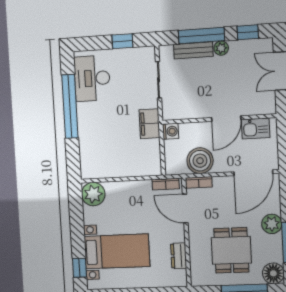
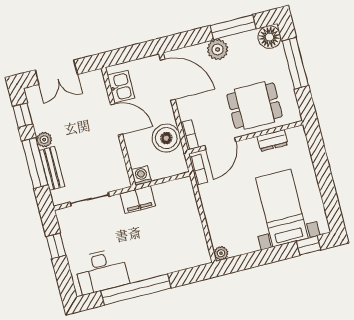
plant: (93, 194) -> (221, 253), width x0.53, depth x0.53
dining table: (231, 250) -> (255, 106), moved

